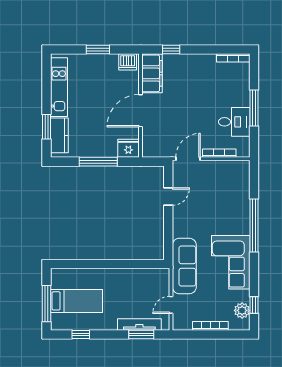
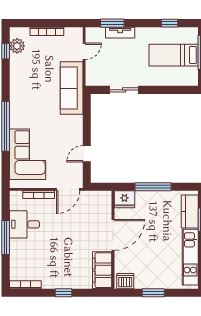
window: (171, 50) -> (63, 293), moved
corner sofa: (231, 262) -> (28, 154), moved
sliding door: (129, 264) -> (124, 90), added
tv unit: (139, 325) -> (120, 33), width x0.71

